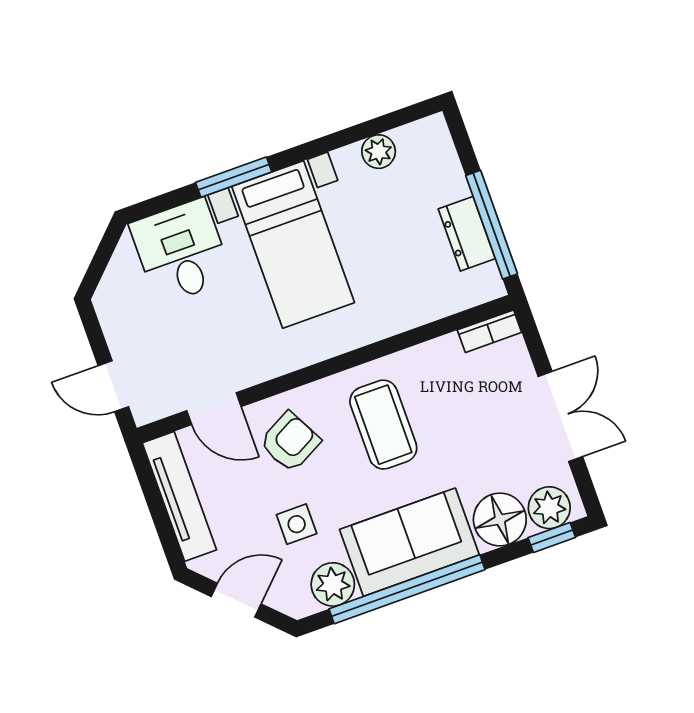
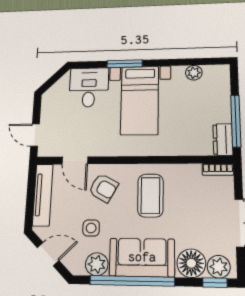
dresser: (467, 234) -> (223, 139), moved
armchair: (290, 442) -> (103, 188), turned 57

